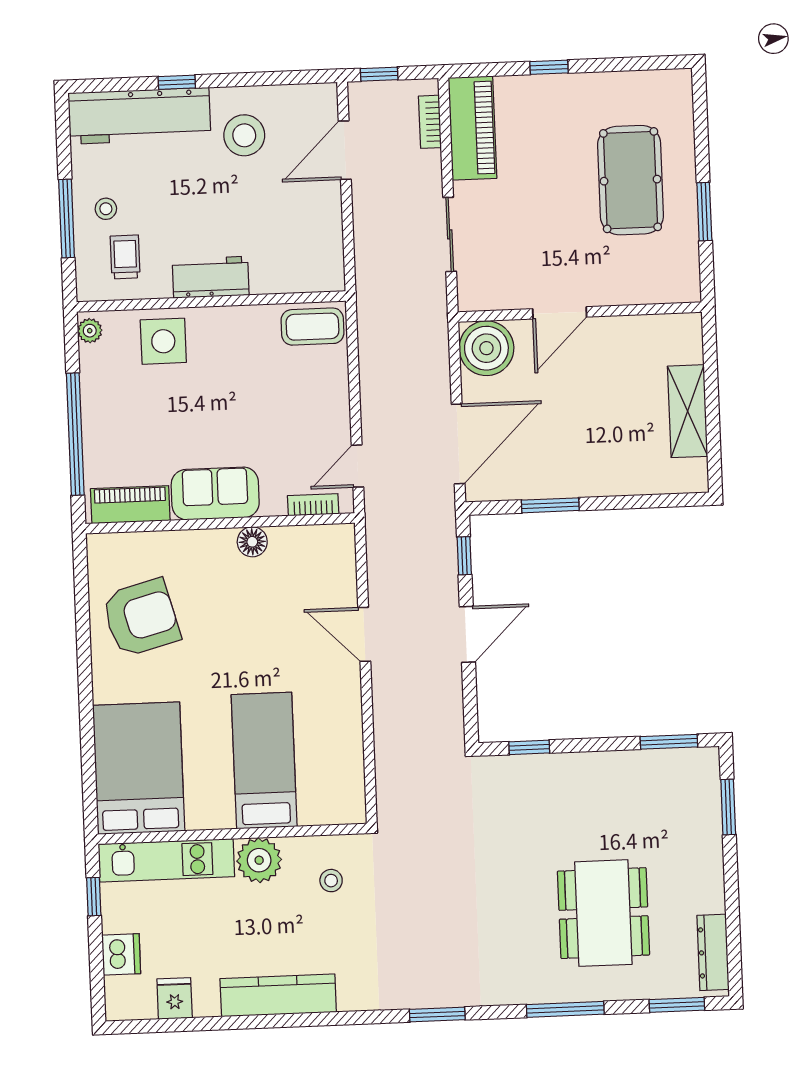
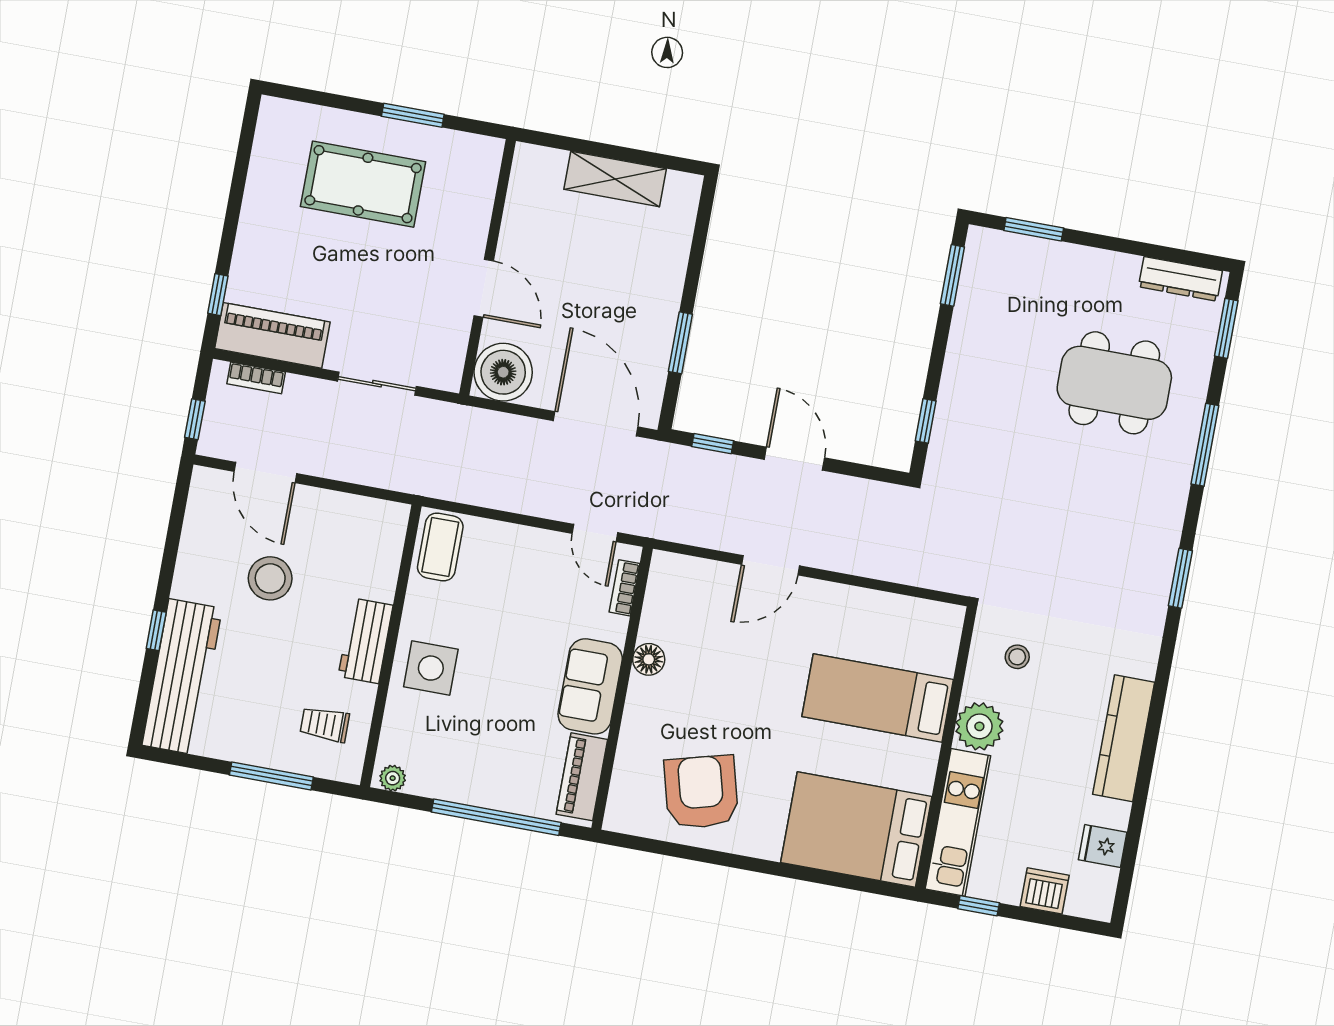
window: (549, 67) -> (218, 295), moved
stool: (244, 135) -> (270, 578), moved
stool: (106, 209) -> (270, 733), removed
side table: (163, 341) -> (431, 668), moved

